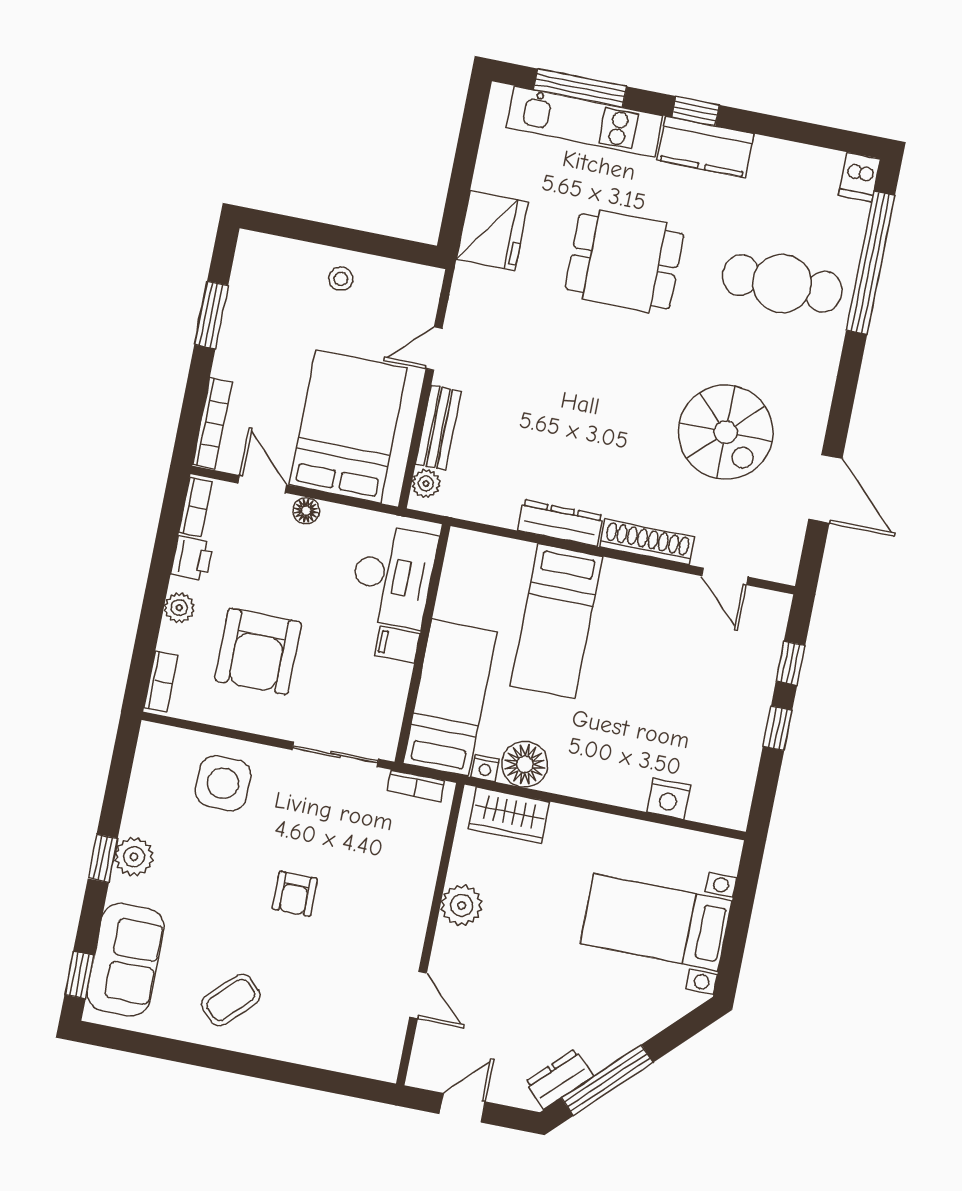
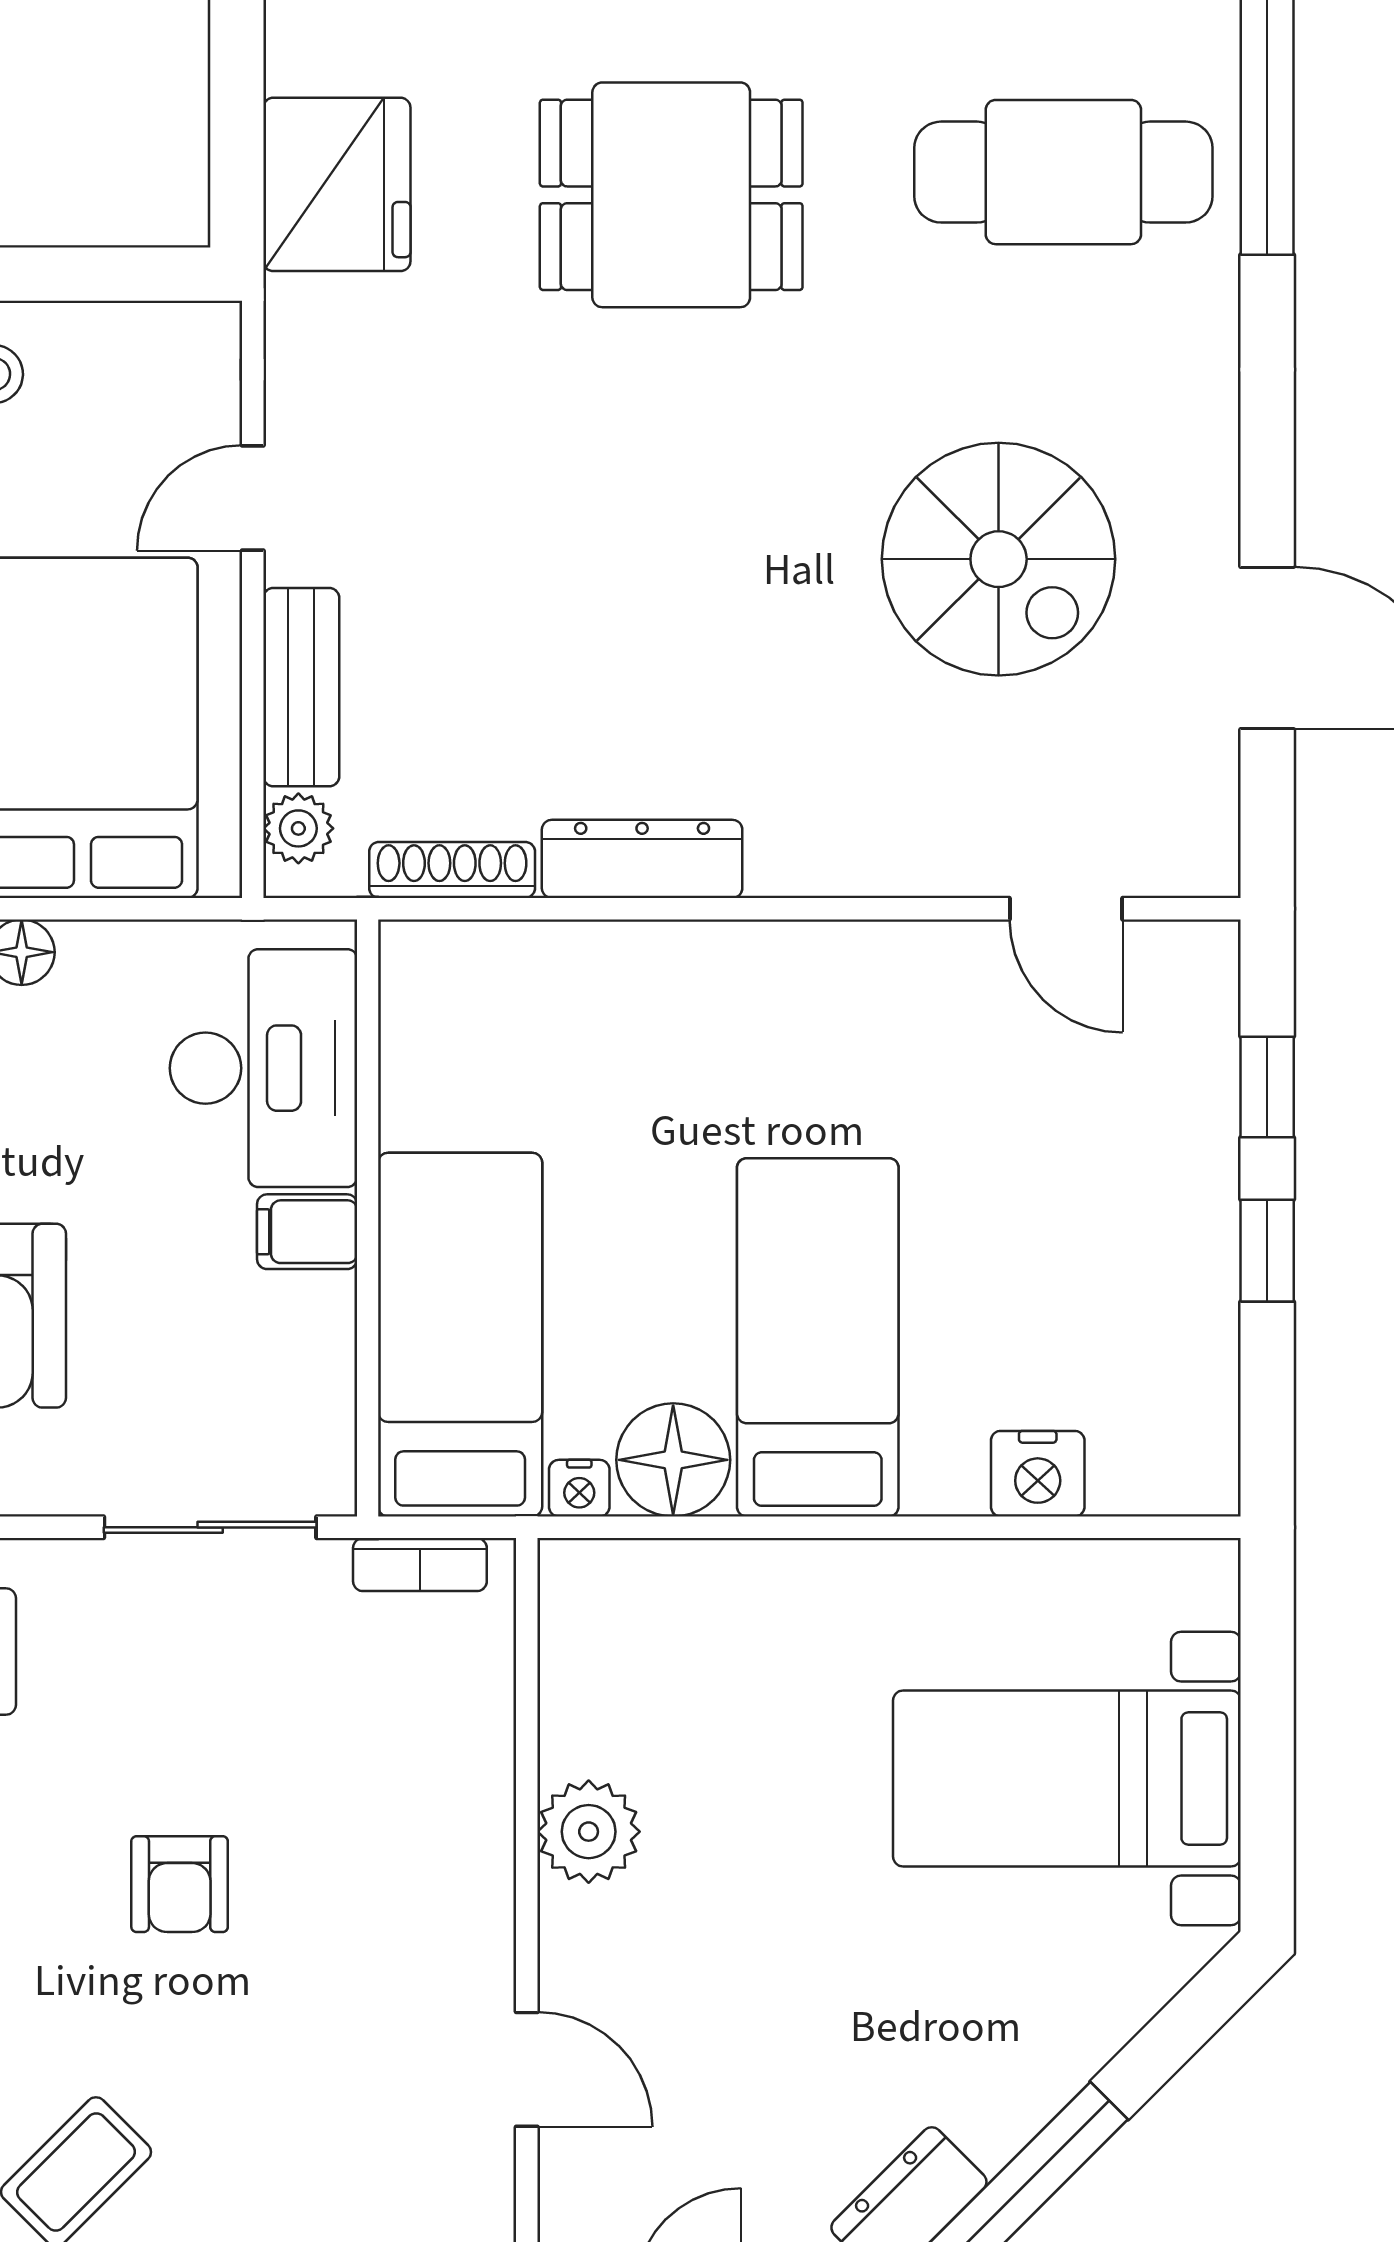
shoe rack: (647, 542) -> (452, 870), moved, width x0.74, depth x0.81
bed: (557, 621) -> (818, 1337), moved, turned 180
wardrobe: (509, 815) -> (659, 1591), removed

